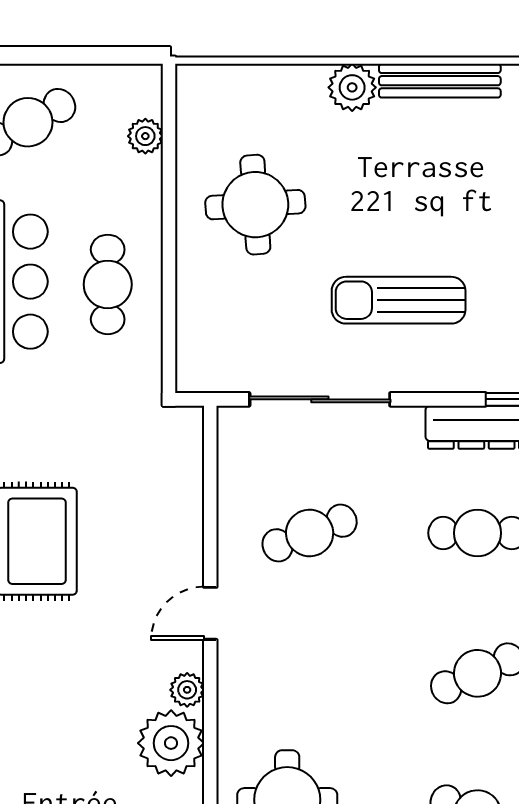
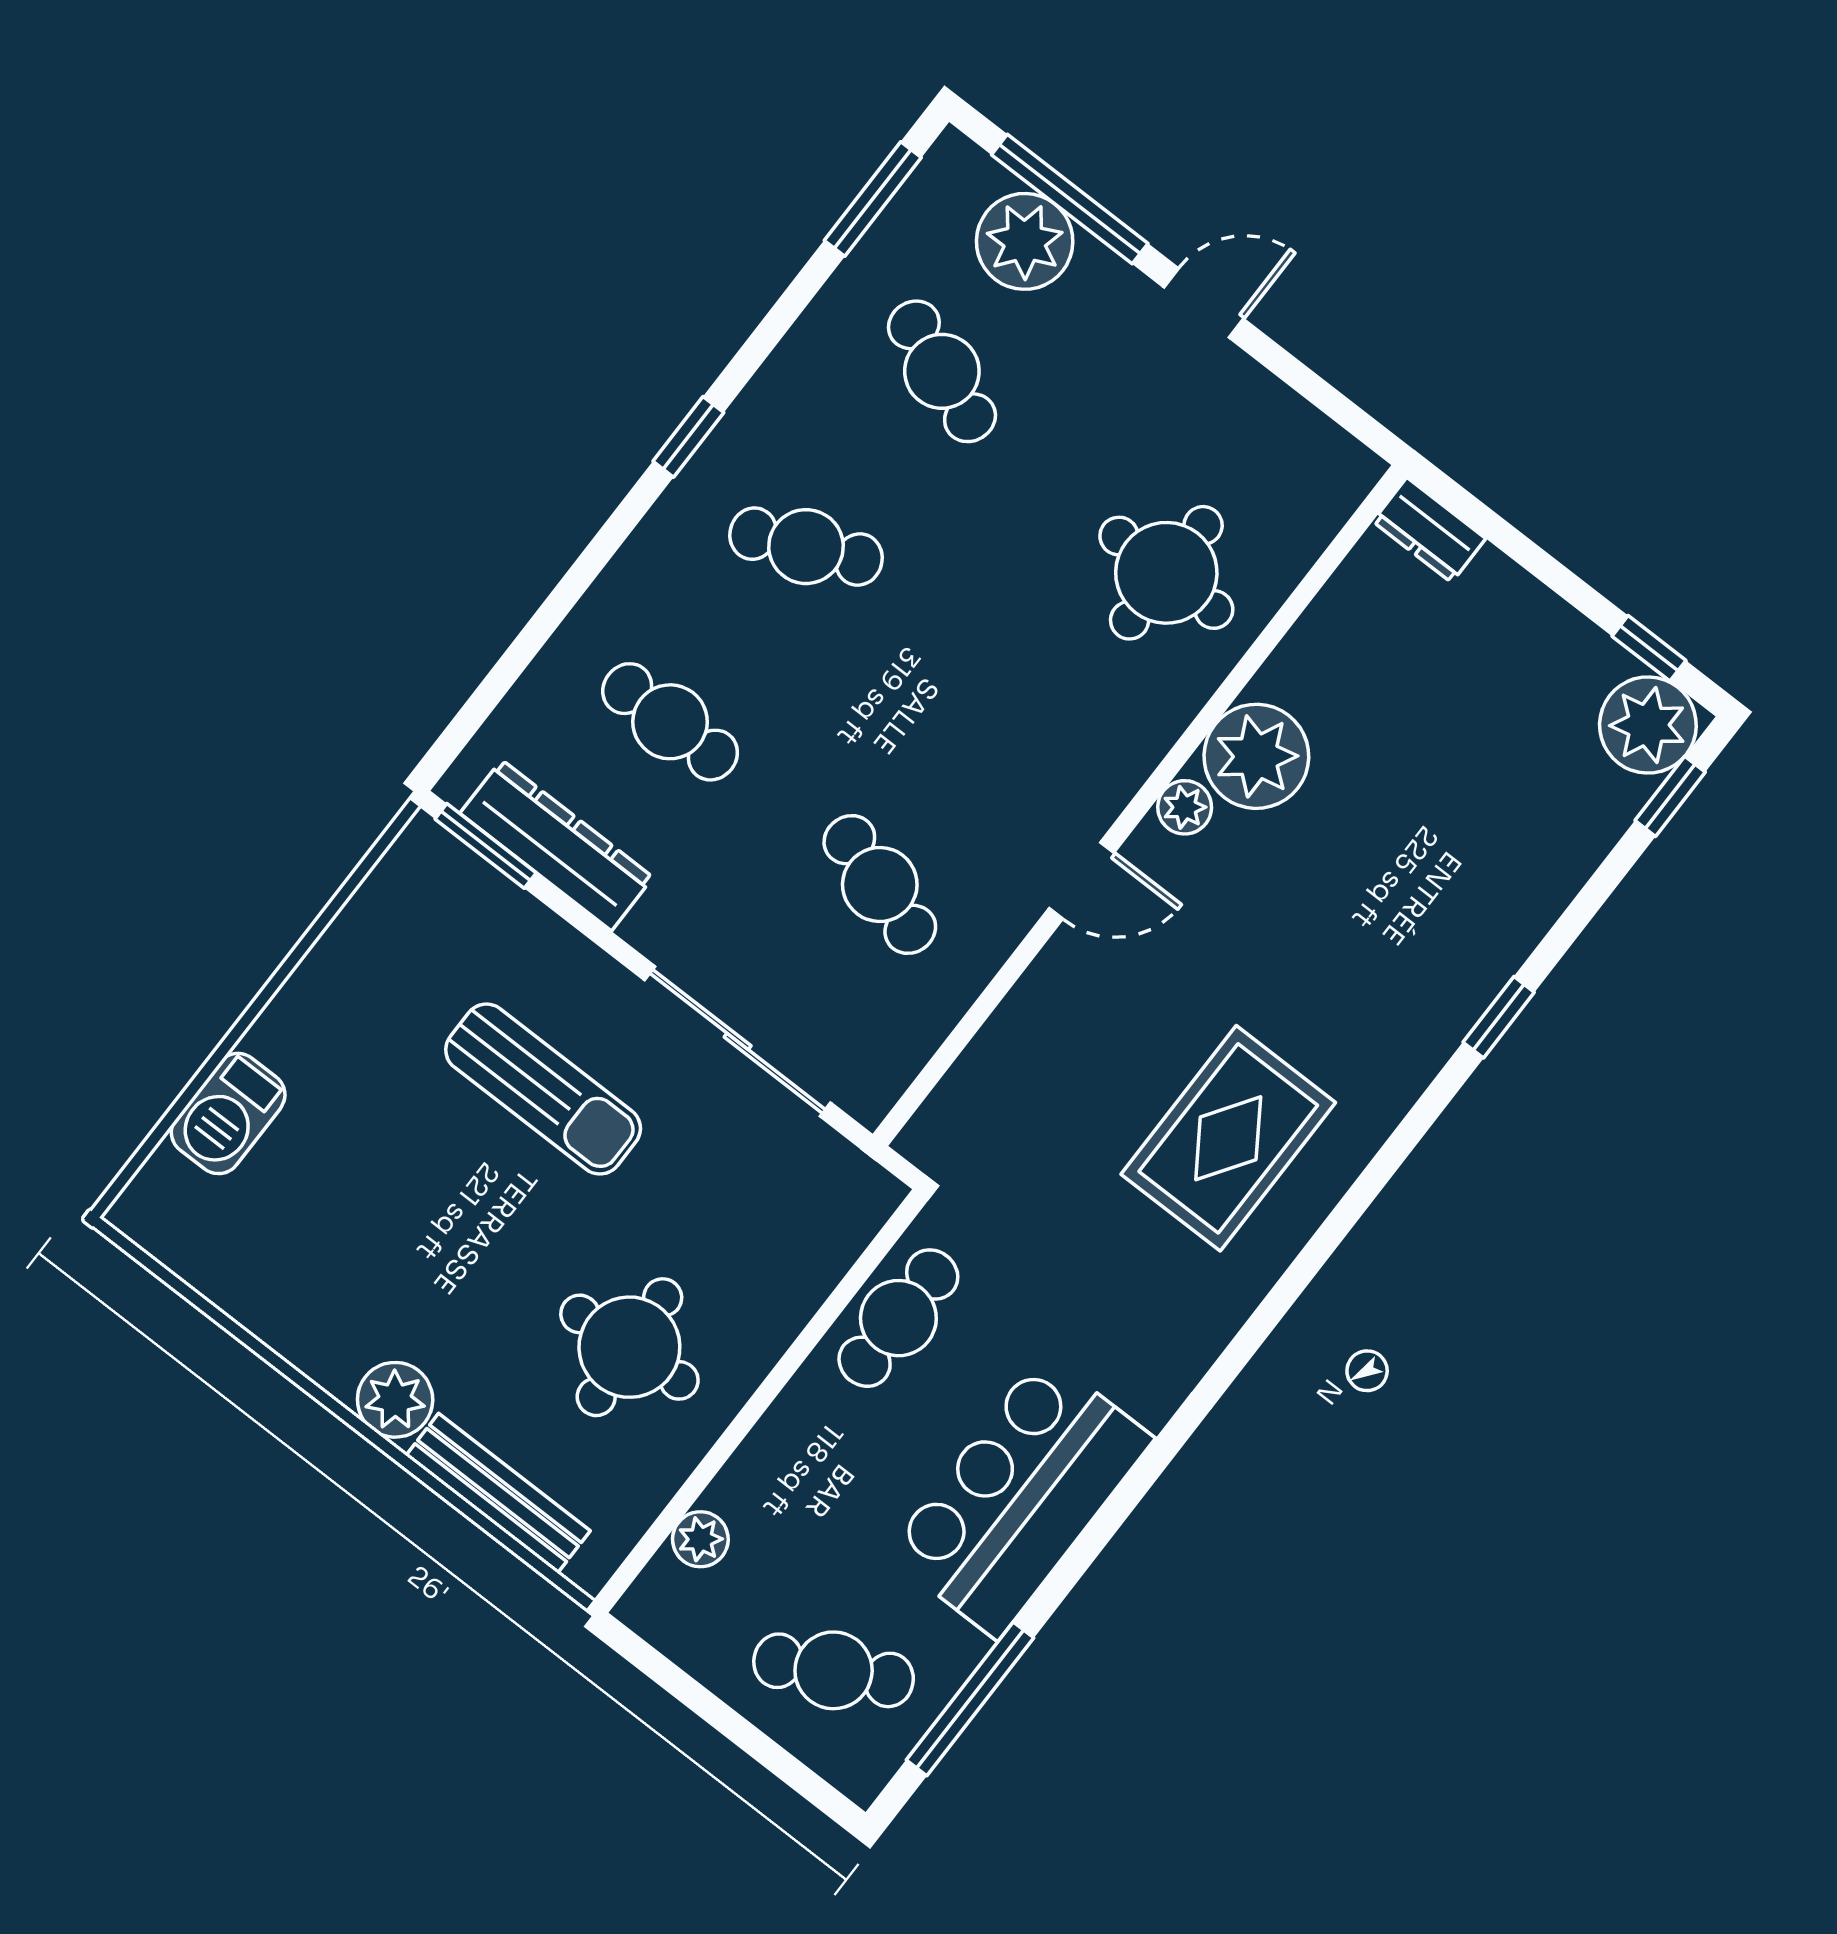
bench: (440, 81) -> (498, 1493), moved
cafe table: (108, 284) -> (898, 1318), moved
cafe table: (310, 533) -> (880, 885), turned 39

